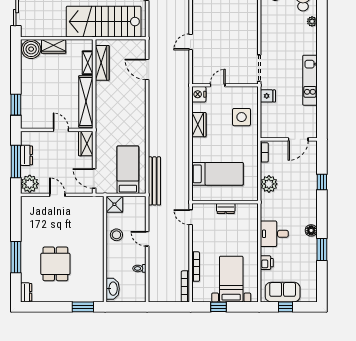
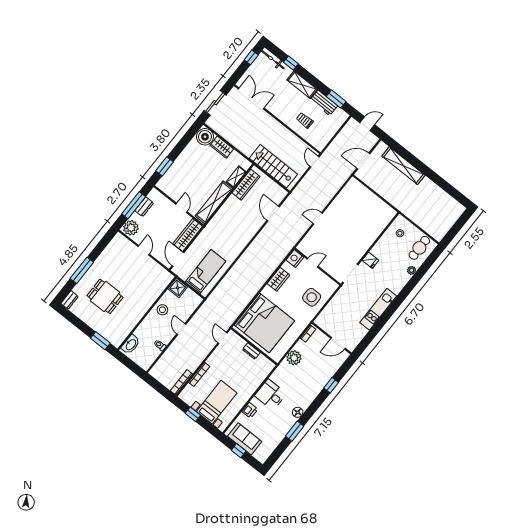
stairs: (104, 22) -> (273, 166), width x0.73, depth x0.66
fridge: (268, 96) -> (370, 260), moved
wardrobe: (86, 143) -> (188, 235), width x1.50
bed: (217, 174) -> (264, 323), width x2.04
bench: (154, 181) -> (218, 294), removed
dining table: (55, 264) -> (105, 296), turned 90

